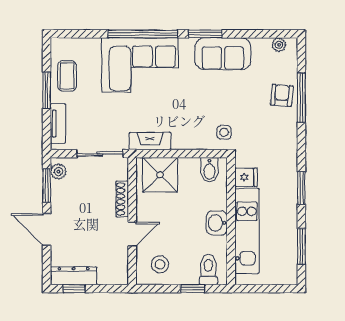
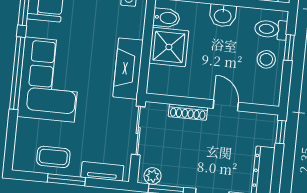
fireplace: (150, 141) -> (128, 69), width x1.37, depth x1.32
shower: (160, 175) -> (169, 47), moved
stool: (160, 264) -> (266, 59), moved
window: (74, 289) -> (281, 132), moved

